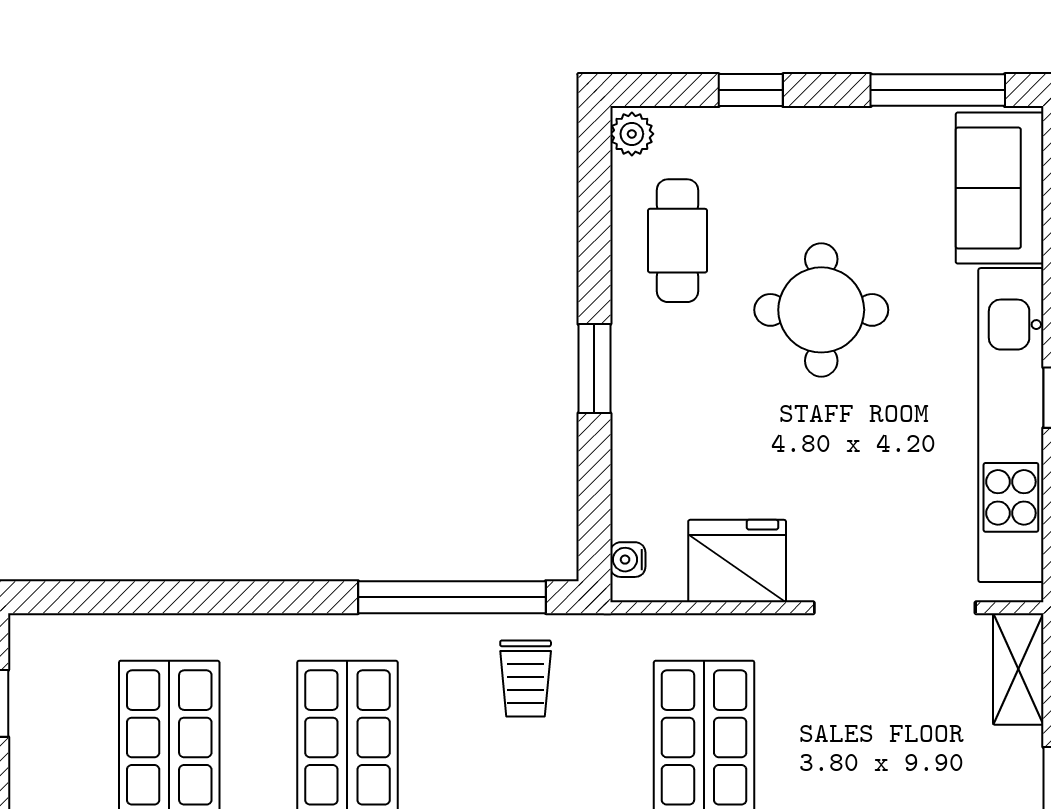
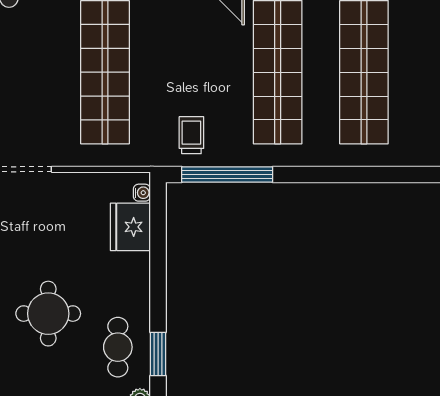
window: (594, 369) -> (158, 354), moved
fridge: (737, 561) -> (130, 227), moved, turned 90

